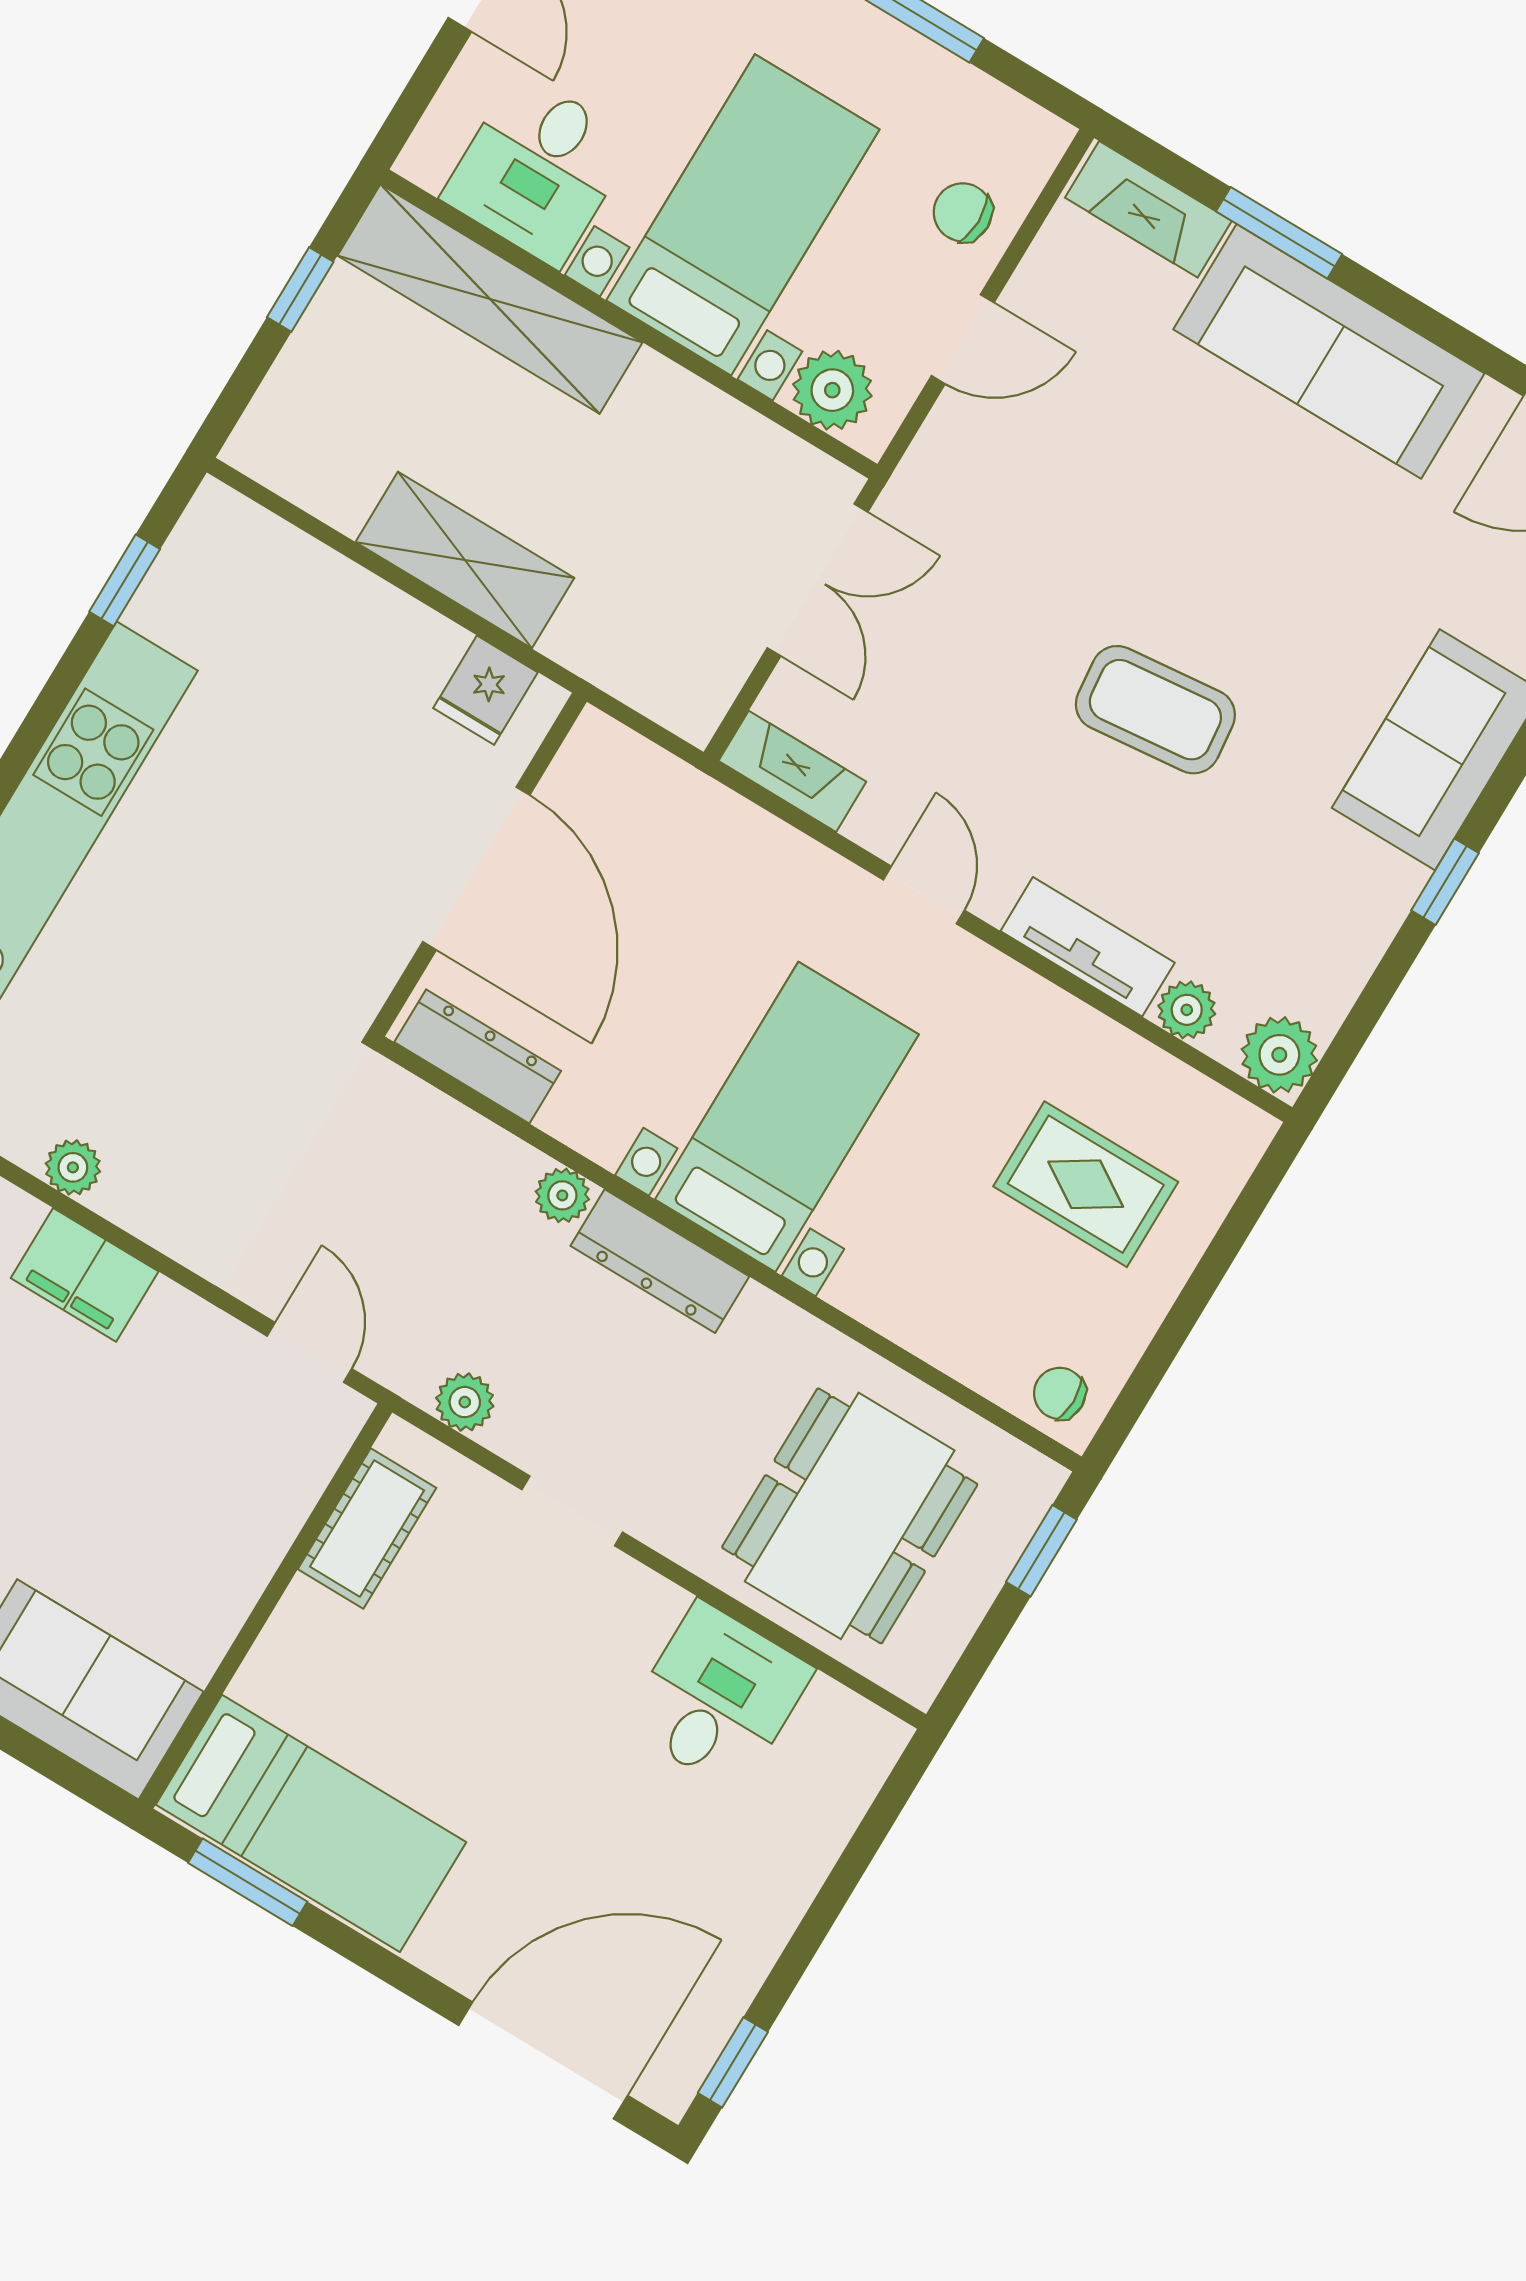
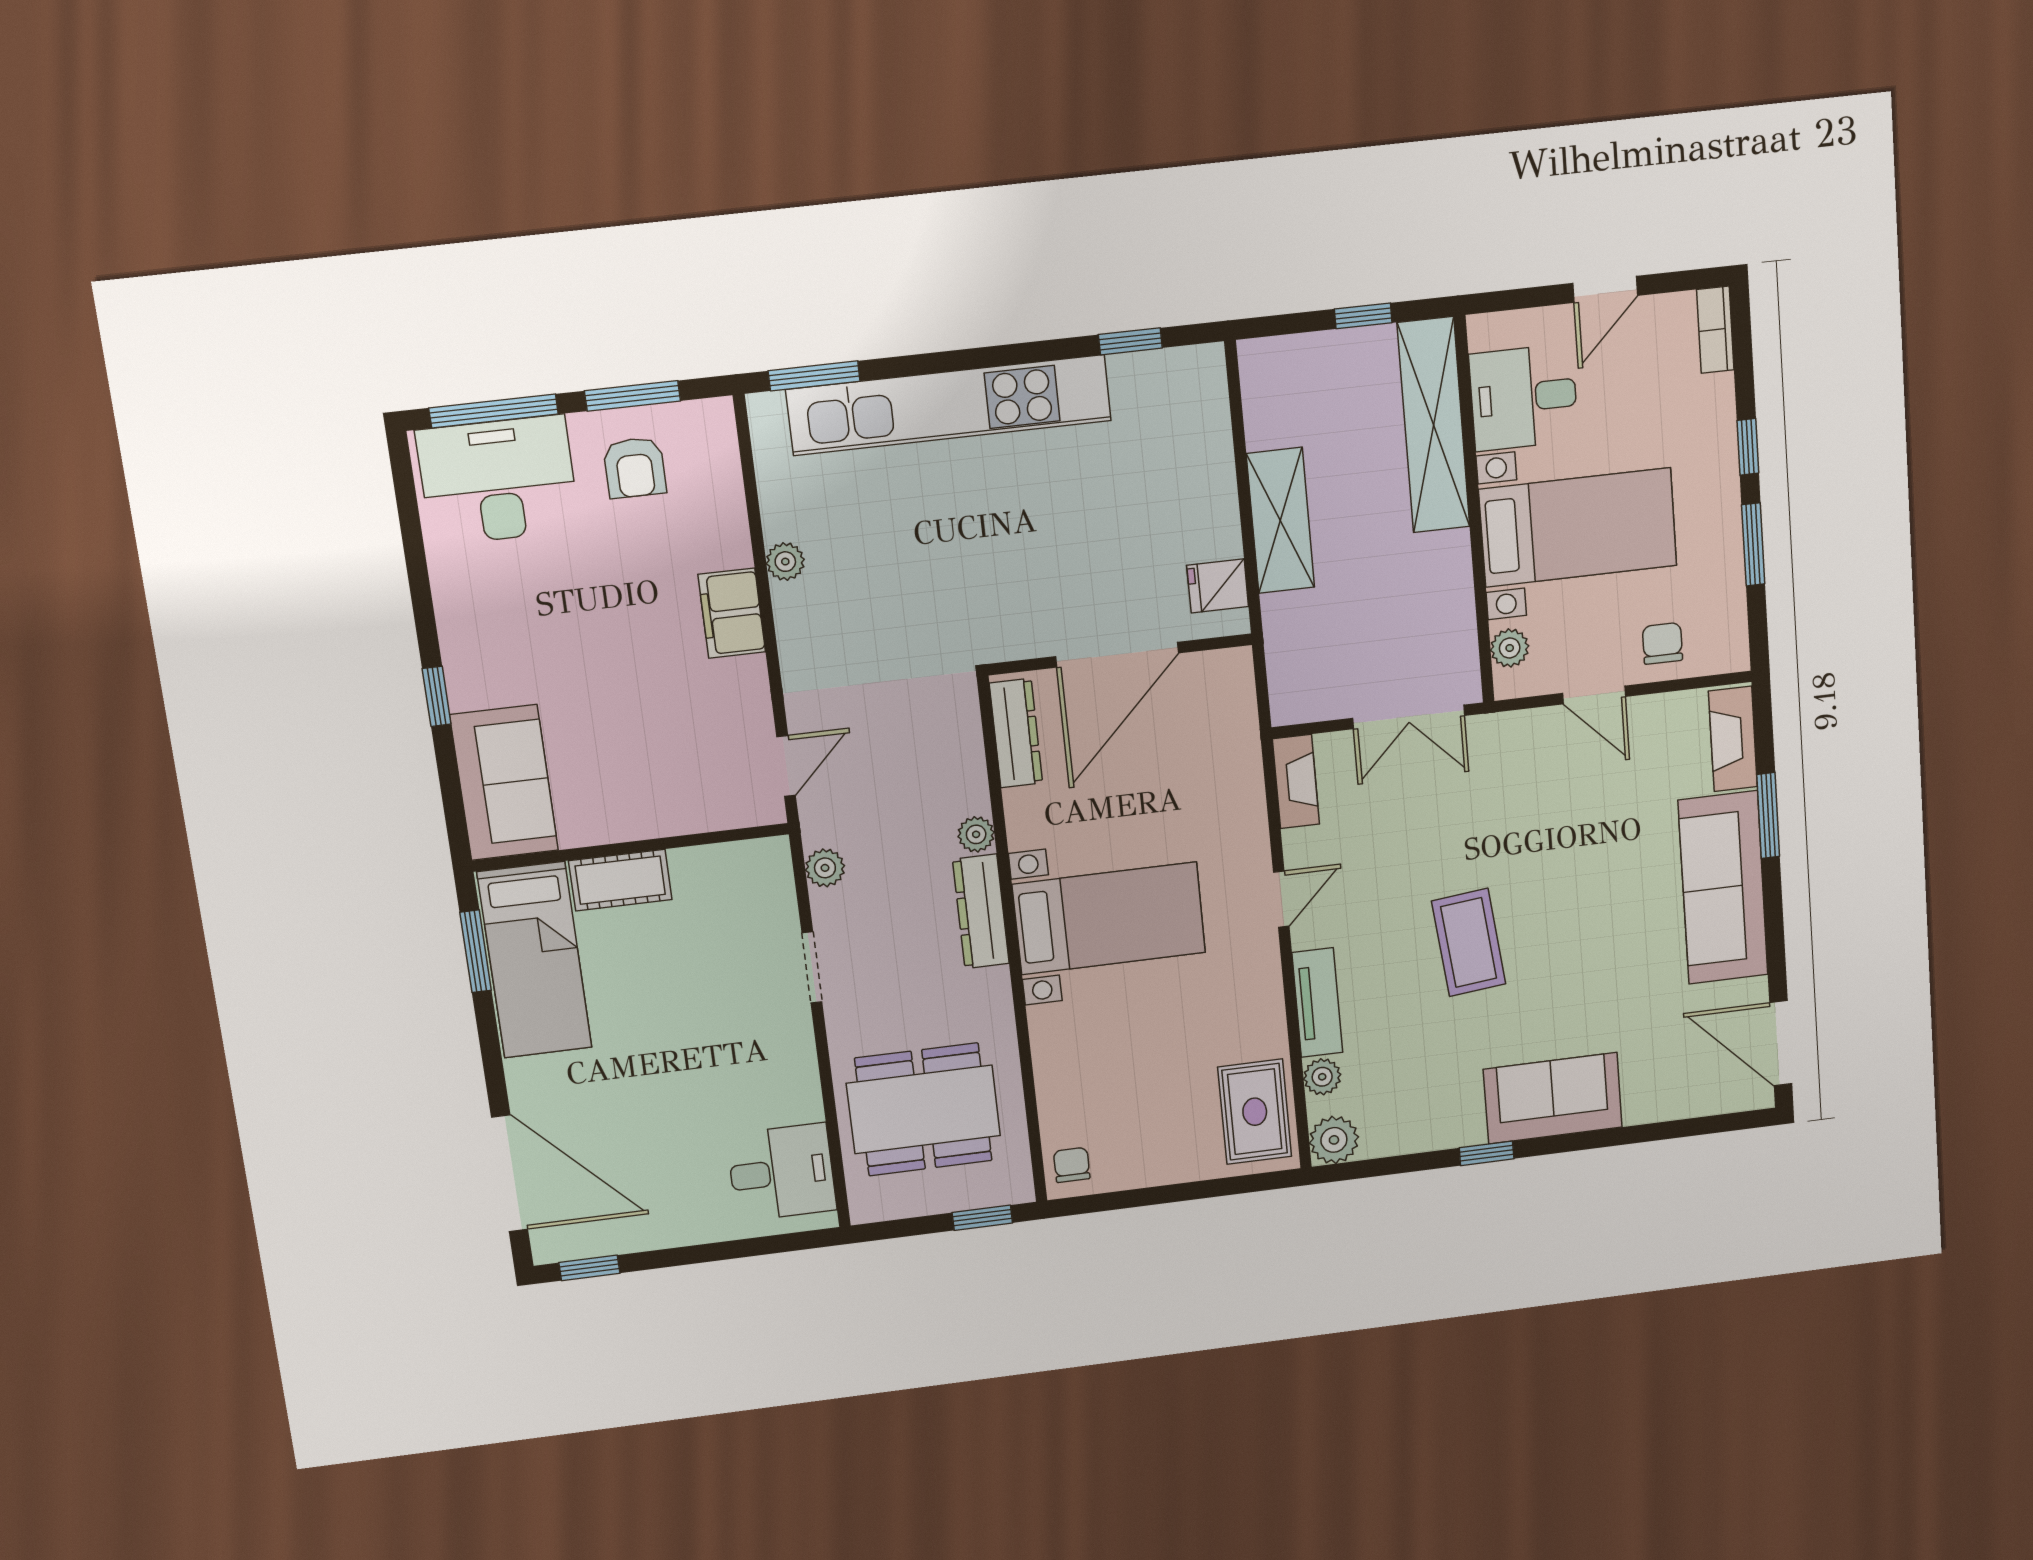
plant: (832, 390) -> (1510, 648), width x0.73, depth x0.73
rug: (1086, 1184) -> (1255, 1112), moved
cot: (367, 1529) -> (620, 880), moved
desk: (718, 1697) -> (782, 1172), moved

